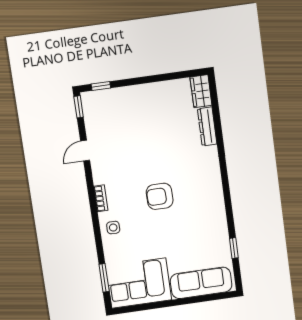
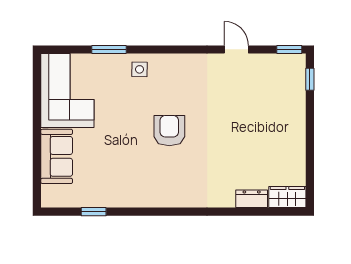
dresser: (207, 126) -> (252, 199), width x0.70
bookcase: (101, 198) -> (177, 60), removed
window: (104, 278) -> (109, 49), moved
sofa: (201, 283) -> (57, 156), width x0.73

